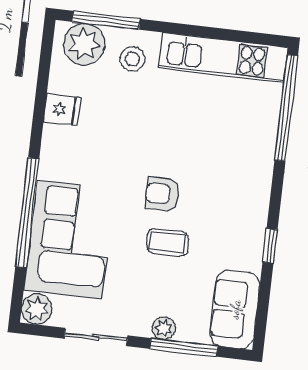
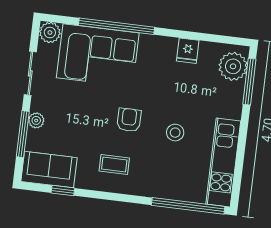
stool: (132, 59) -> (175, 133), moved
coffee table: (167, 242) -> (114, 164), moved, turned 90
window: (270, 246) -> (63, 190), moved

